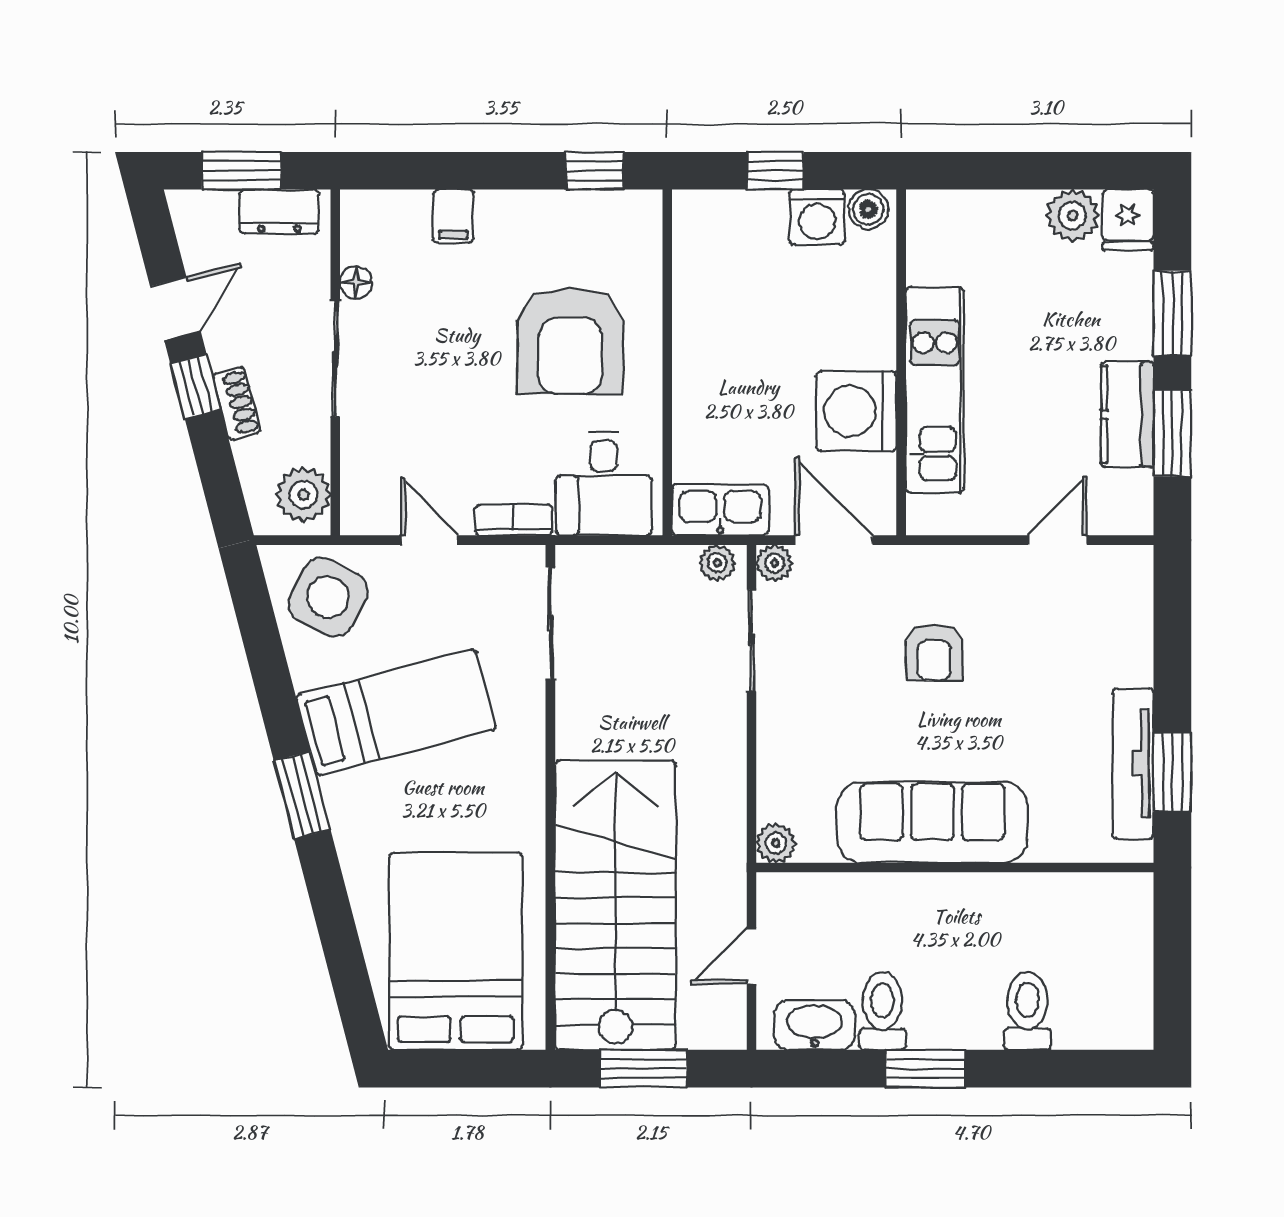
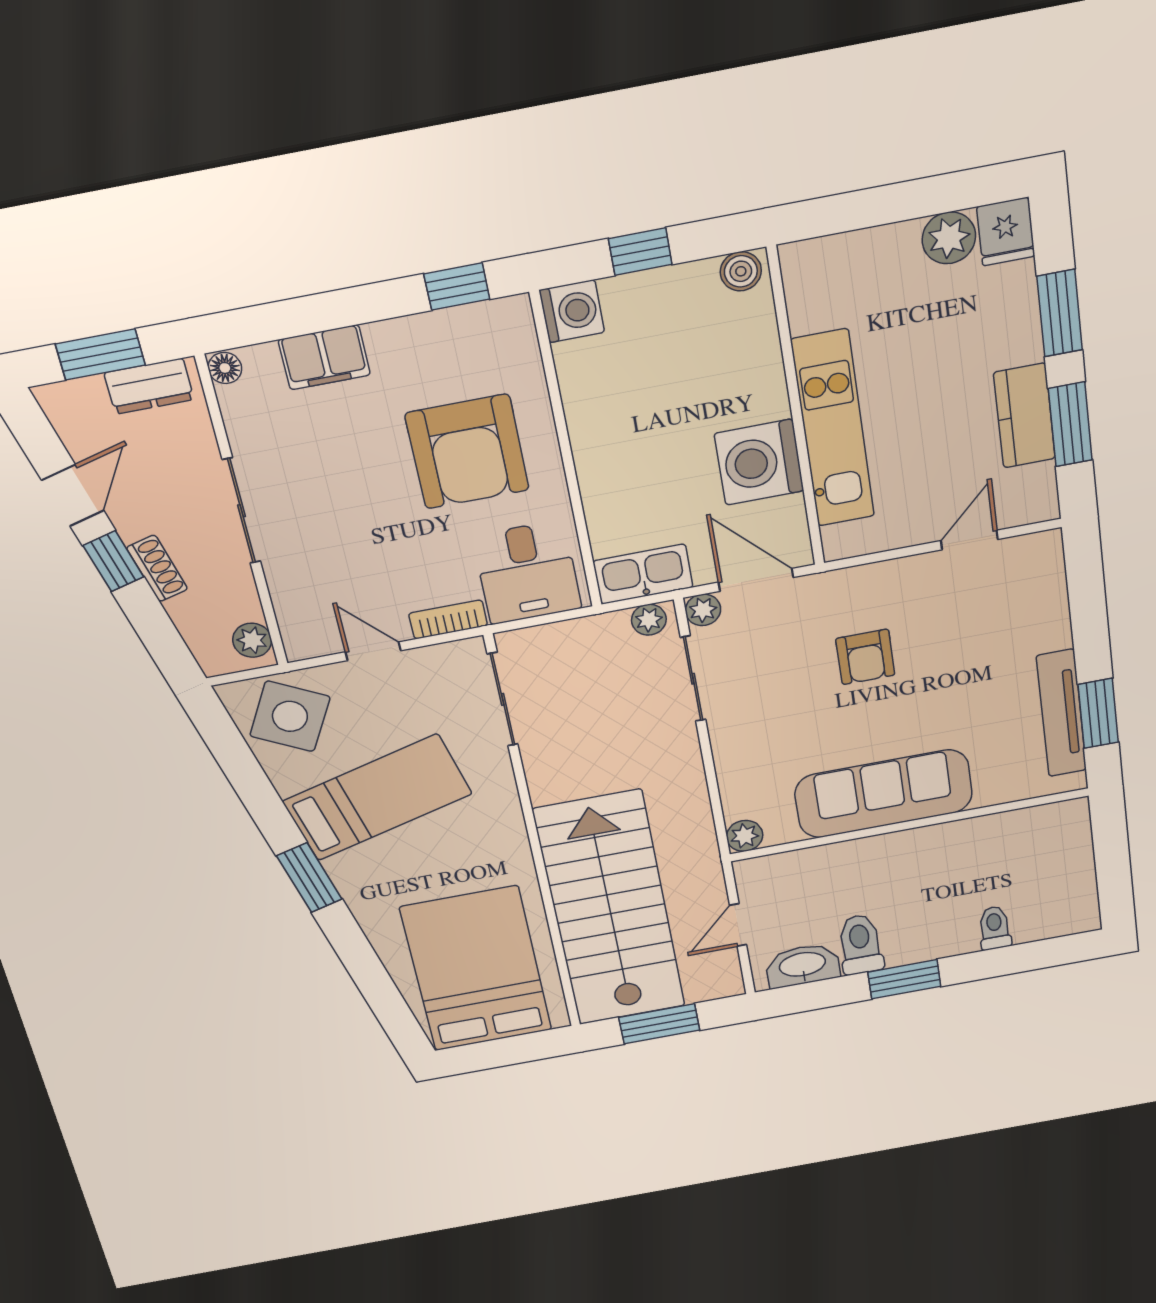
filing cabinet: (453, 216) -> (324, 357), width x2.00
washing machine: (817, 217) -> (572, 311), moved, turned -90
floor lamp: (356, 282) -> (225, 368), moved
plant: (303, 495) -> (252, 640), width x0.73, depth x0.73
toilet: (1027, 1011) -> (995, 928), width x0.73, depth x0.72

